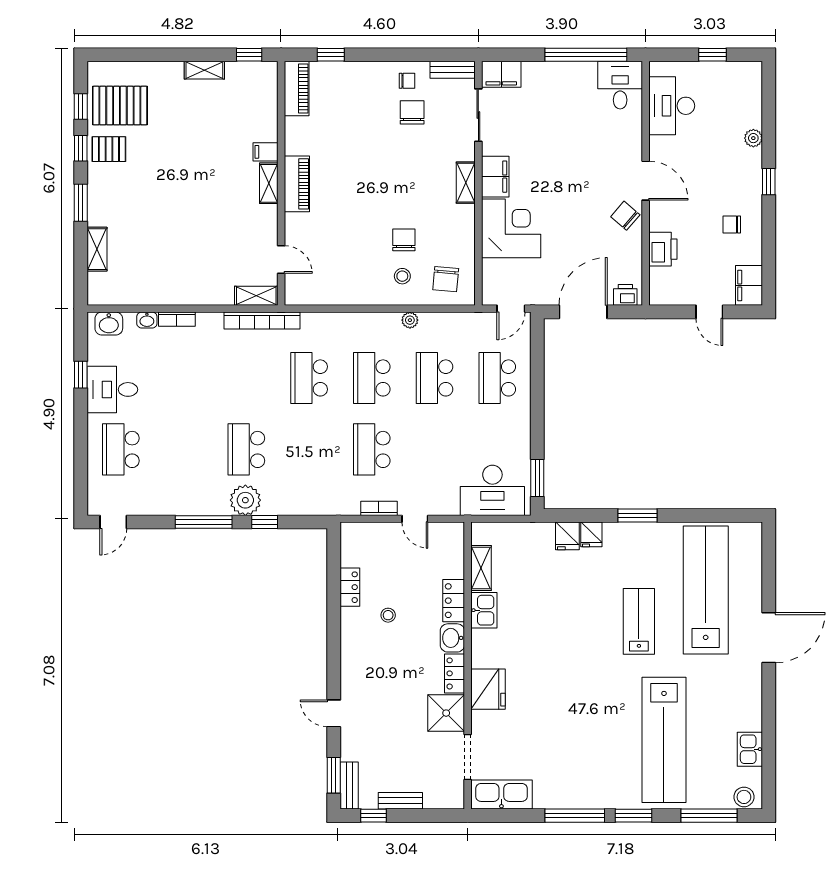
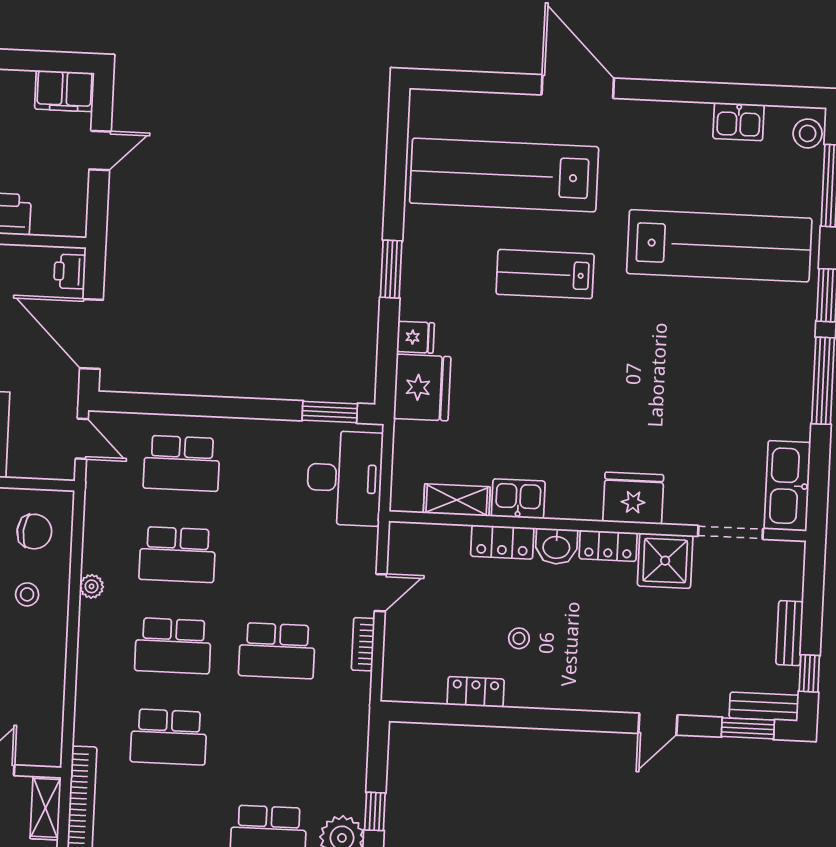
fridge: (567, 536) -> (422, 388), width x1.88, depth x1.34

